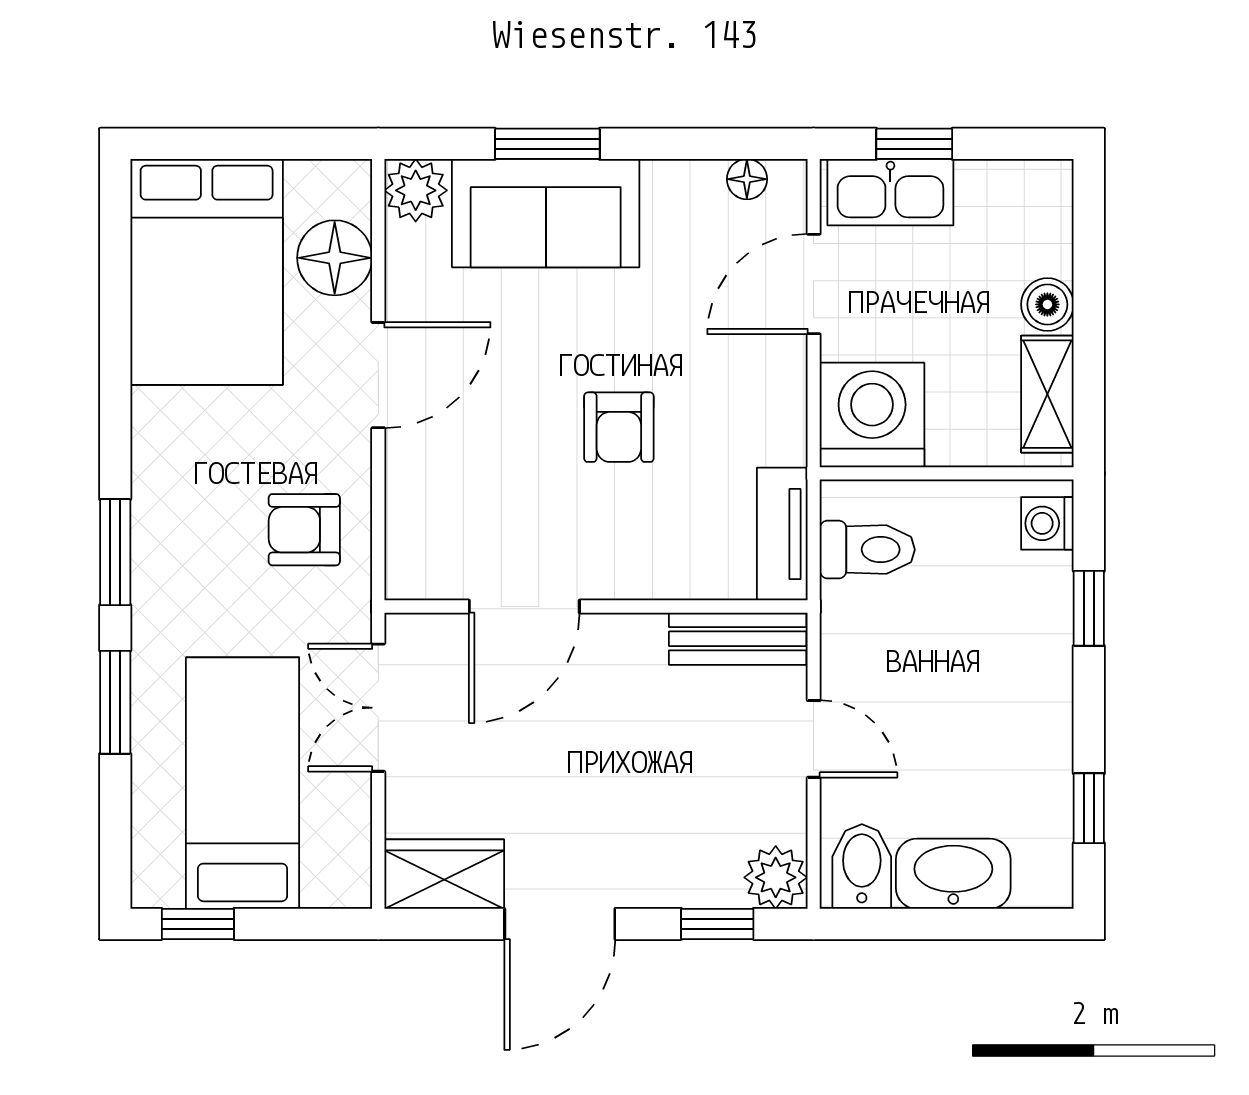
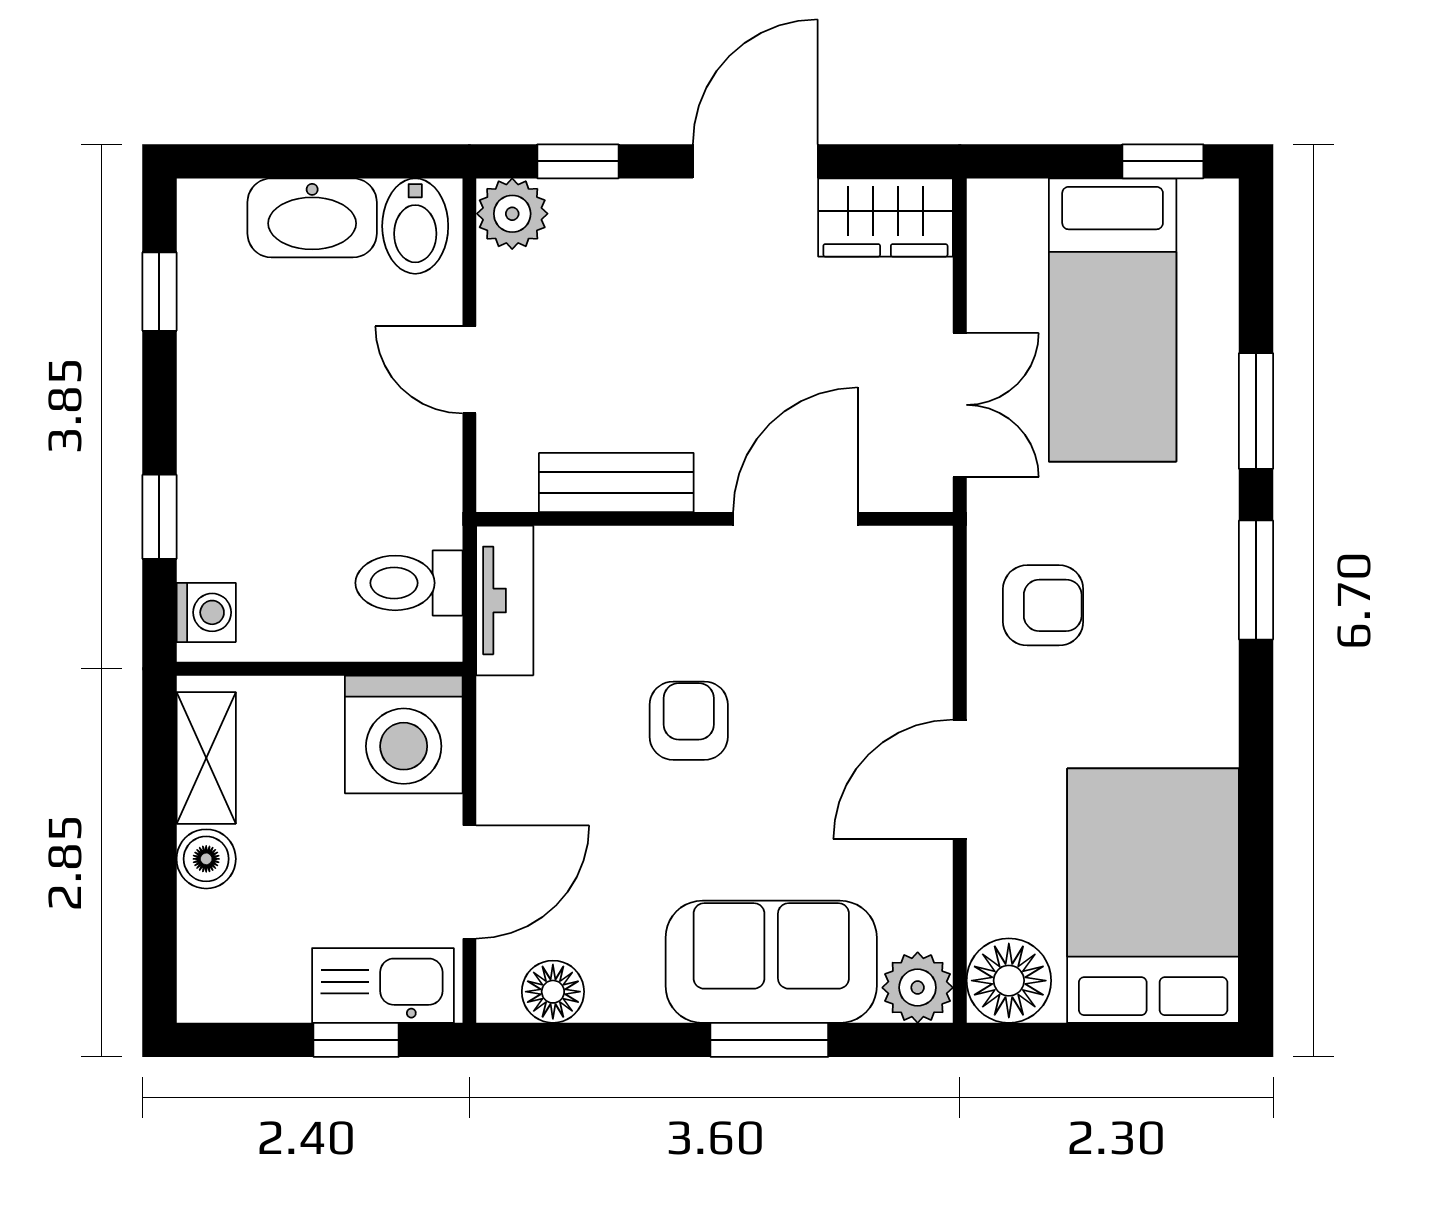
floor lamp: (747, 179) -> (553, 992), width x1.37, depth x1.37
floor lamp: (335, 258) -> (1009, 981), moved
bench: (738, 639) -> (616, 483), moved

